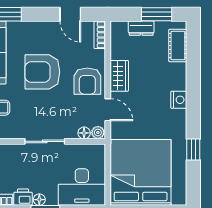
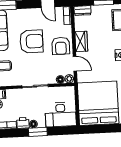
dresser: (141, 28) -> (83, 10), moved
armchair: (42, 72) -> (31, 41), turned 180

